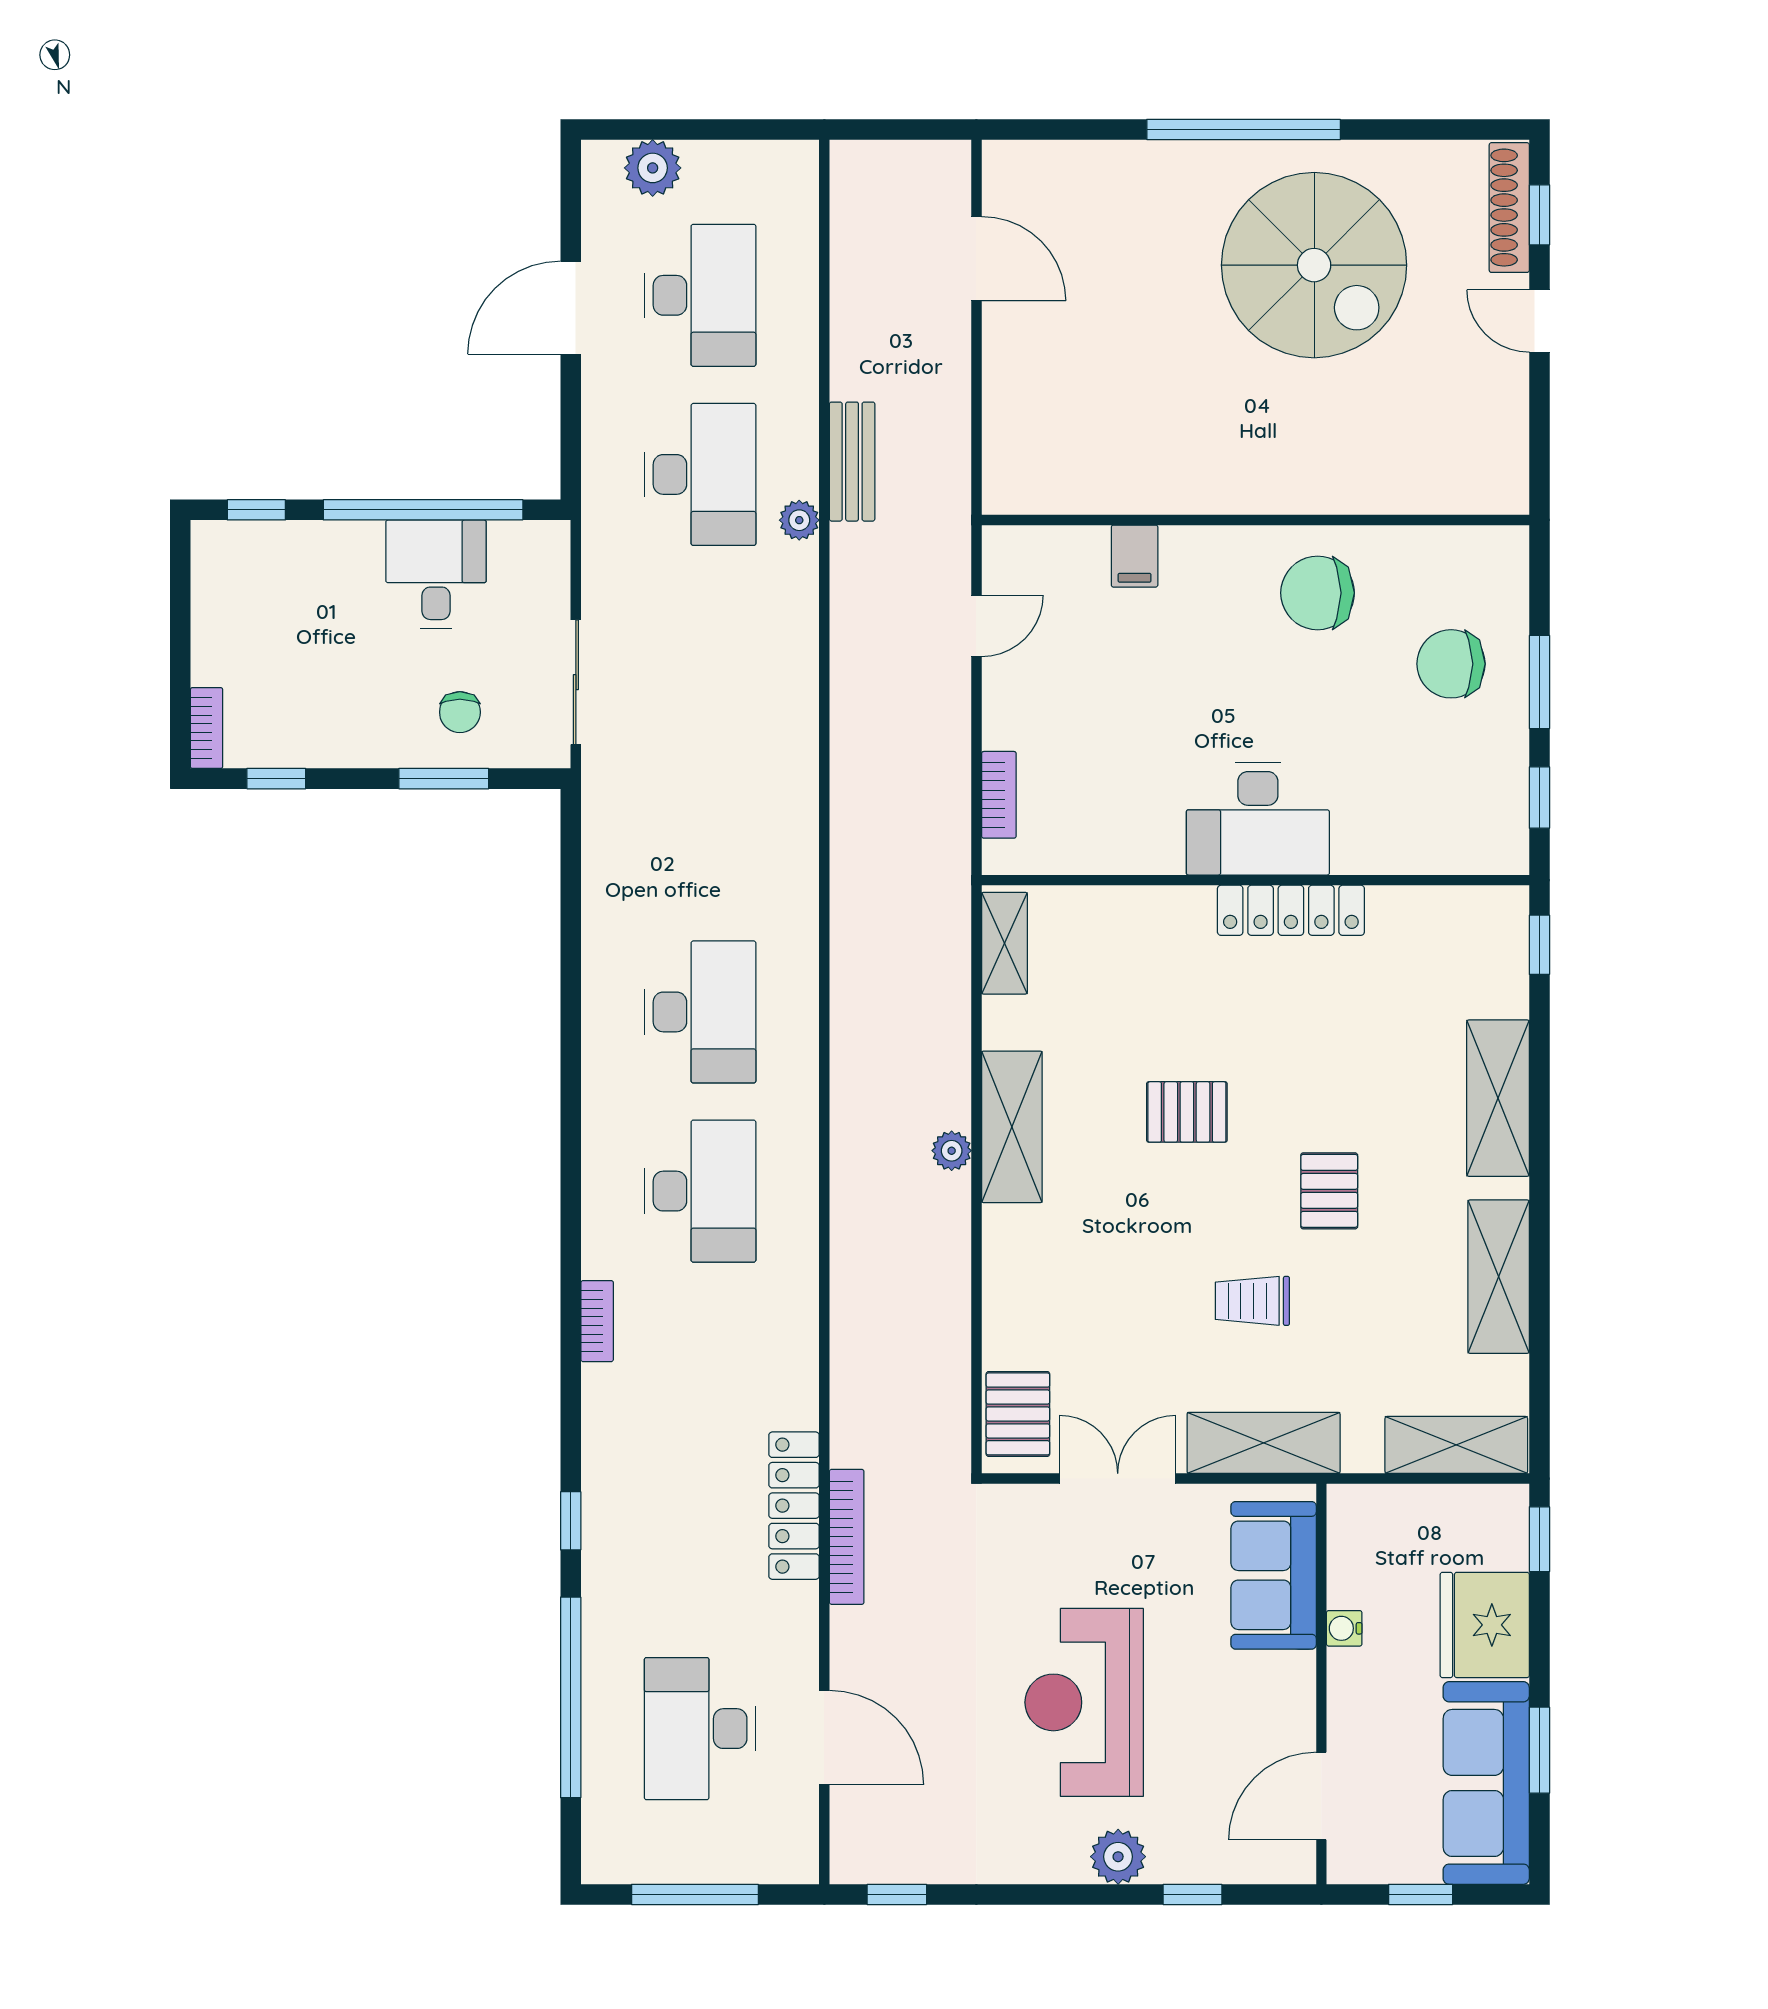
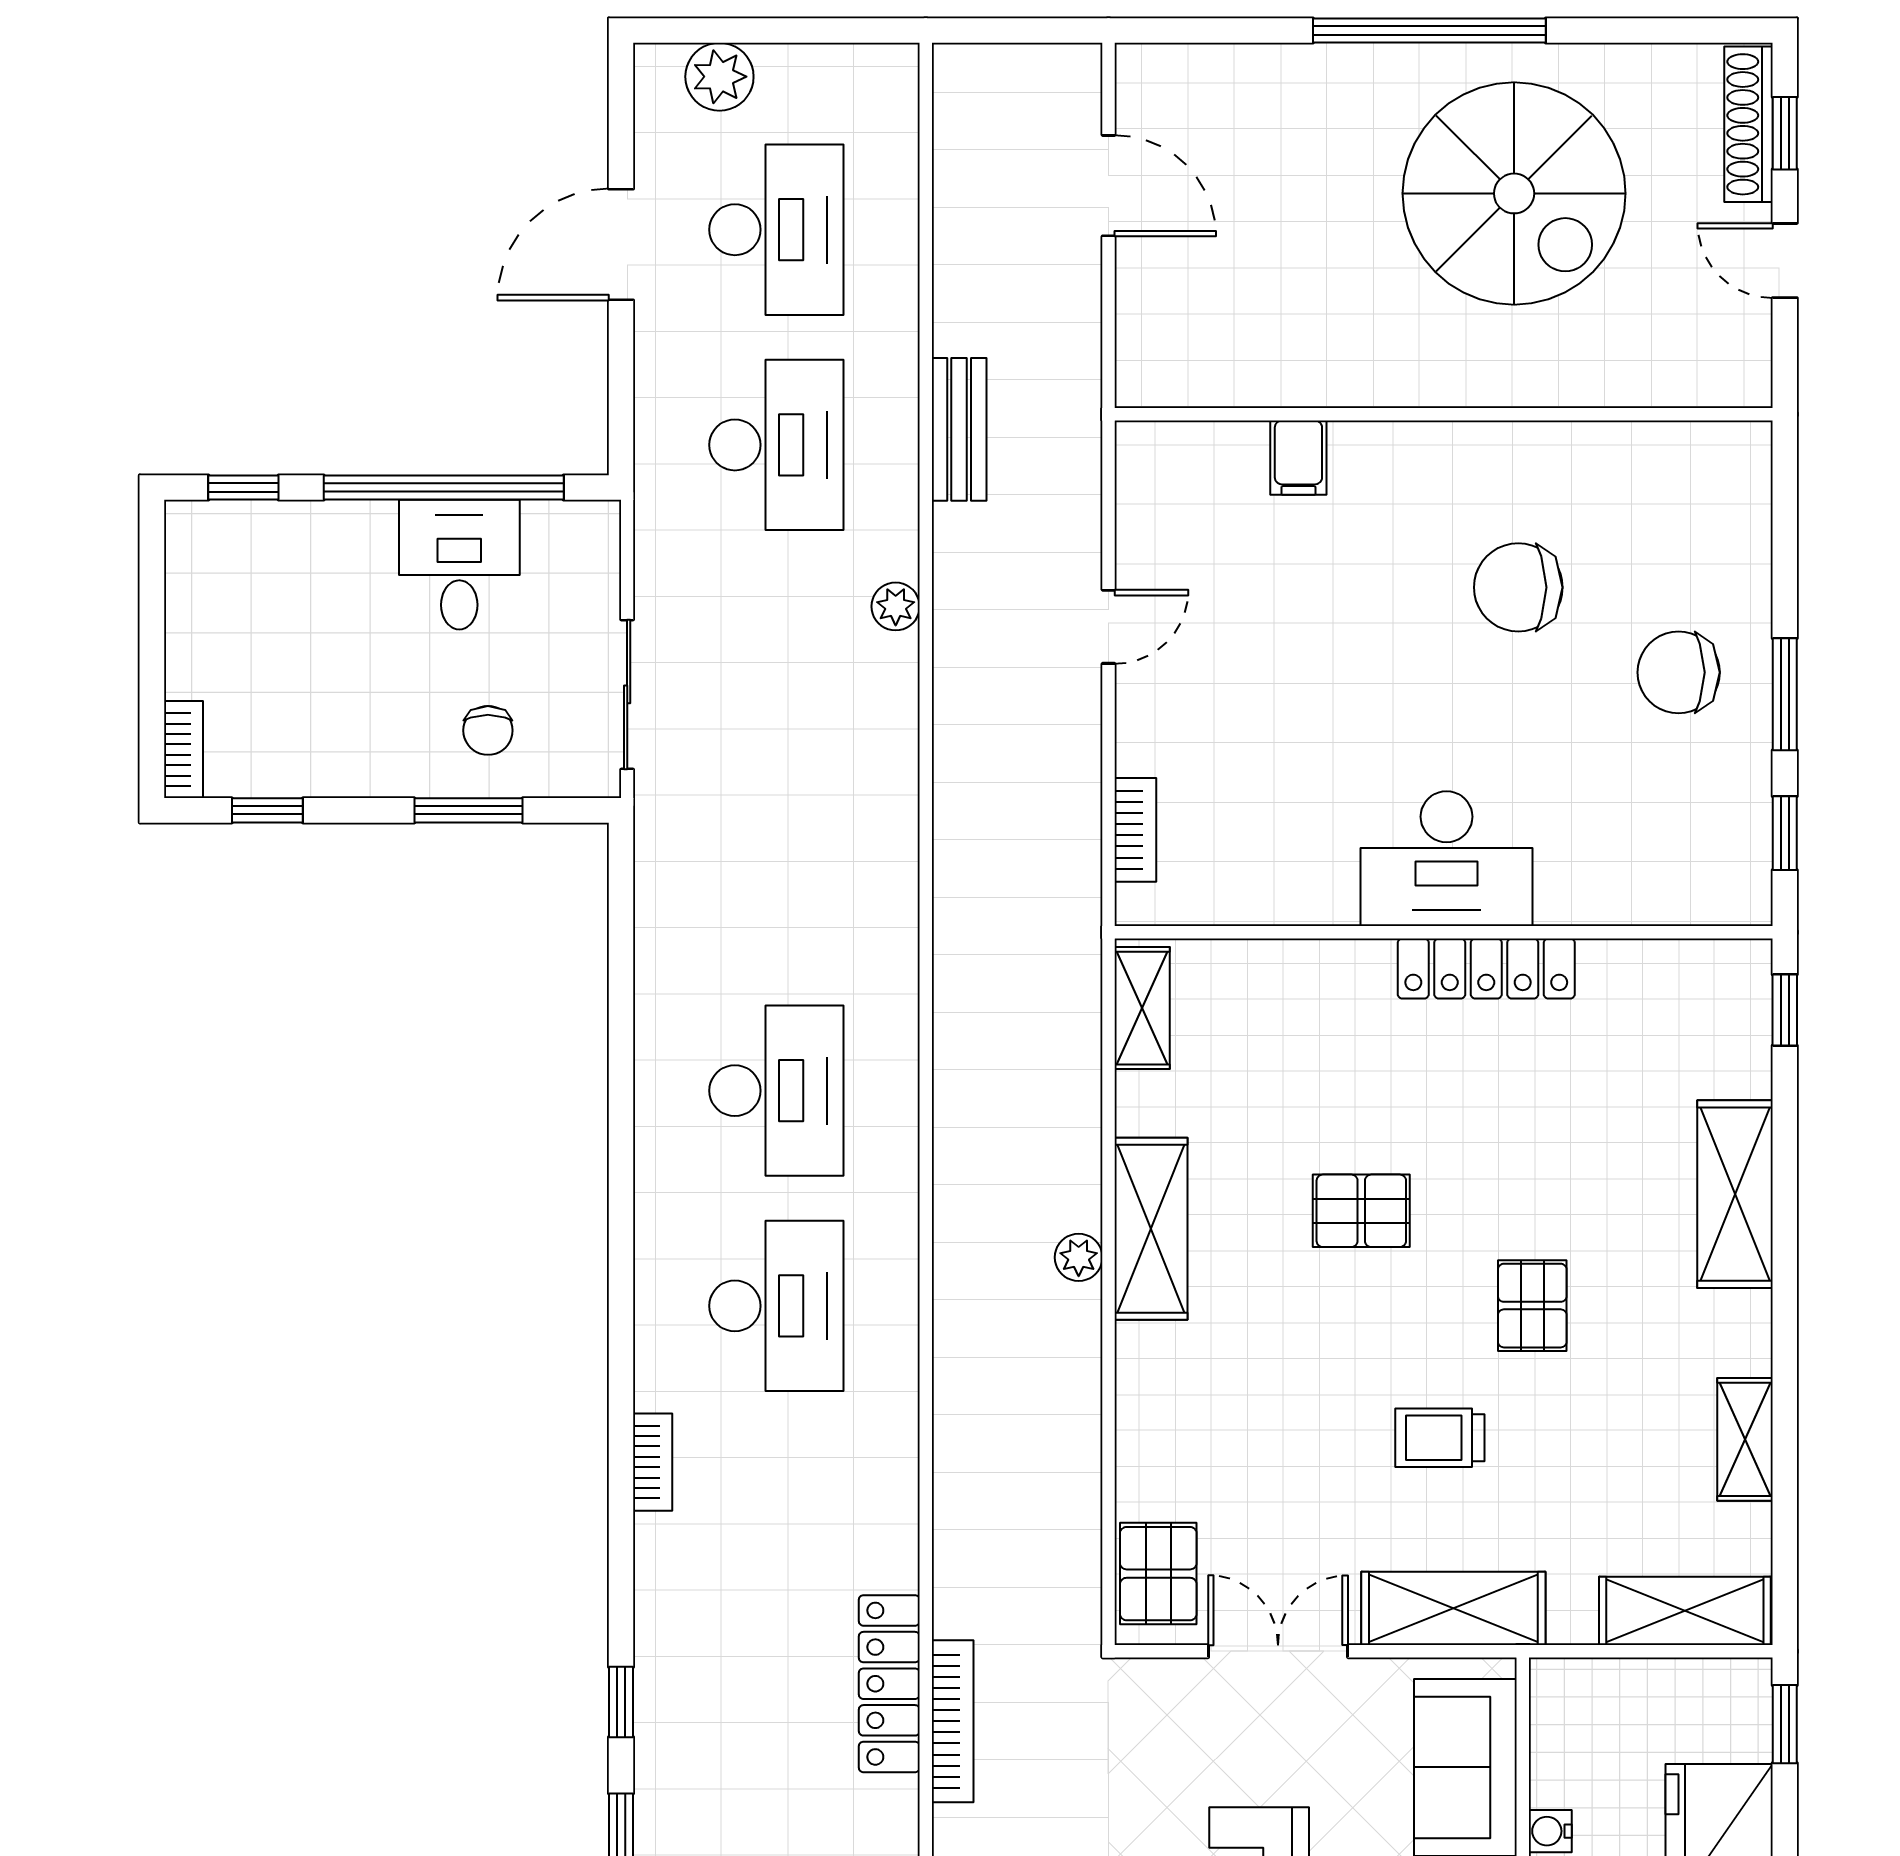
plant: (799, 520) -> (896, 606), moved
wall: (1255, 520) -> (1444, 414), moved
filing cabinet: (1135, 556) -> (1298, 458), moved
shelving: (1499, 1277) -> (1745, 1439), width x0.67, depth x0.75

